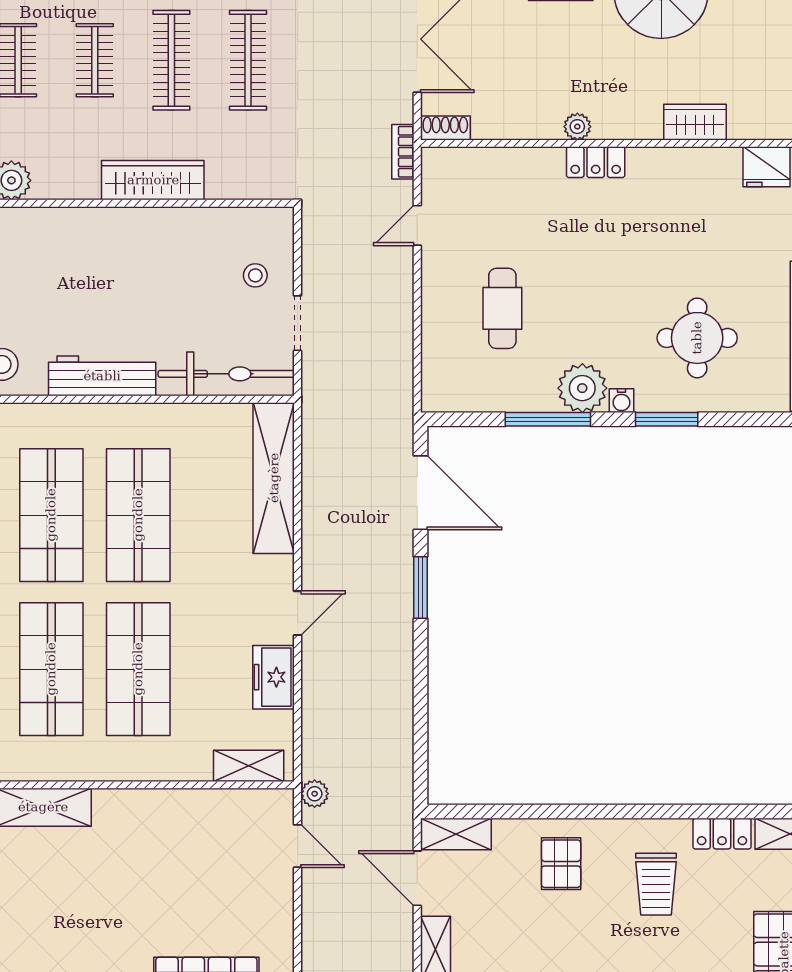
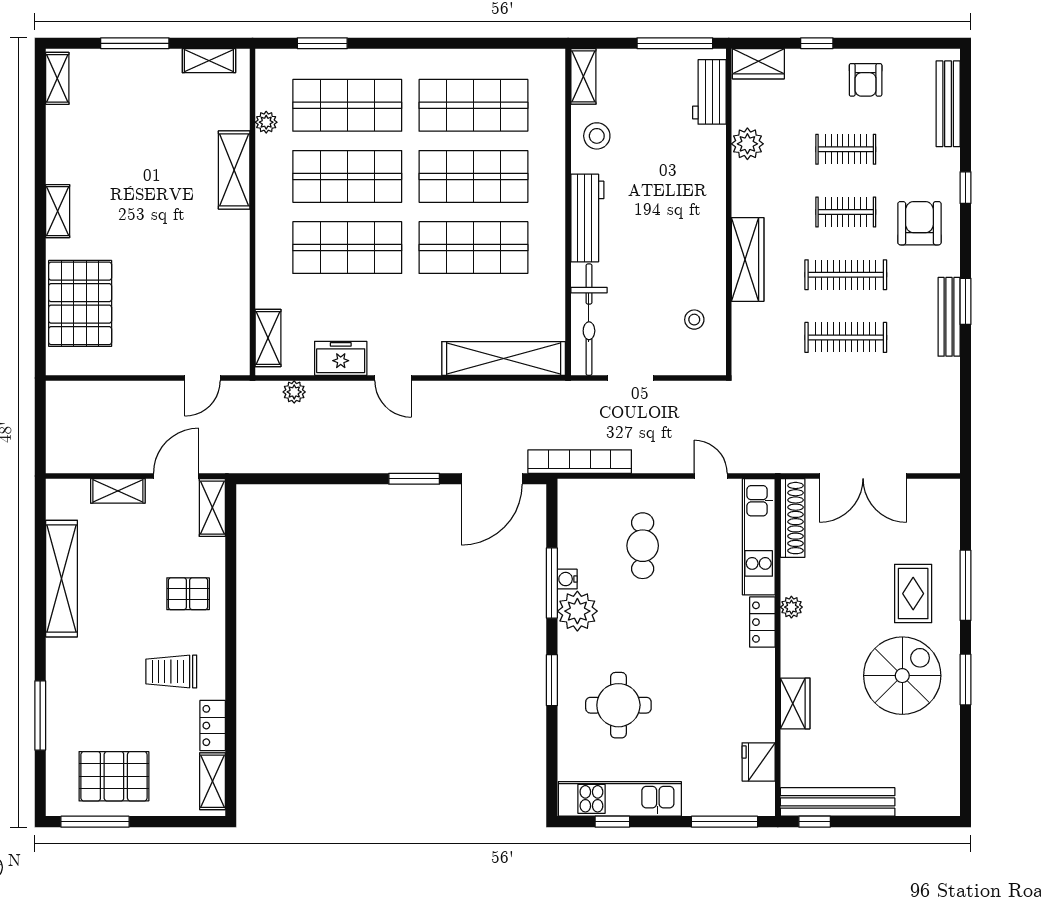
shoe rack: (445, 128) -> (793, 518), width x1.94, depth x1.24
bookcase: (403, 152) -> (580, 462), moved, width x2.31, depth x1.31
kitchen unit: (491, 167) -> (759, 537), added
stool: (255, 275) -> (694, 320), moved
cafe table: (502, 308) -> (643, 546), turned 90
water cooler: (621, 401) -> (567, 579), moved
plant: (315, 794) -> (294, 392), moved

